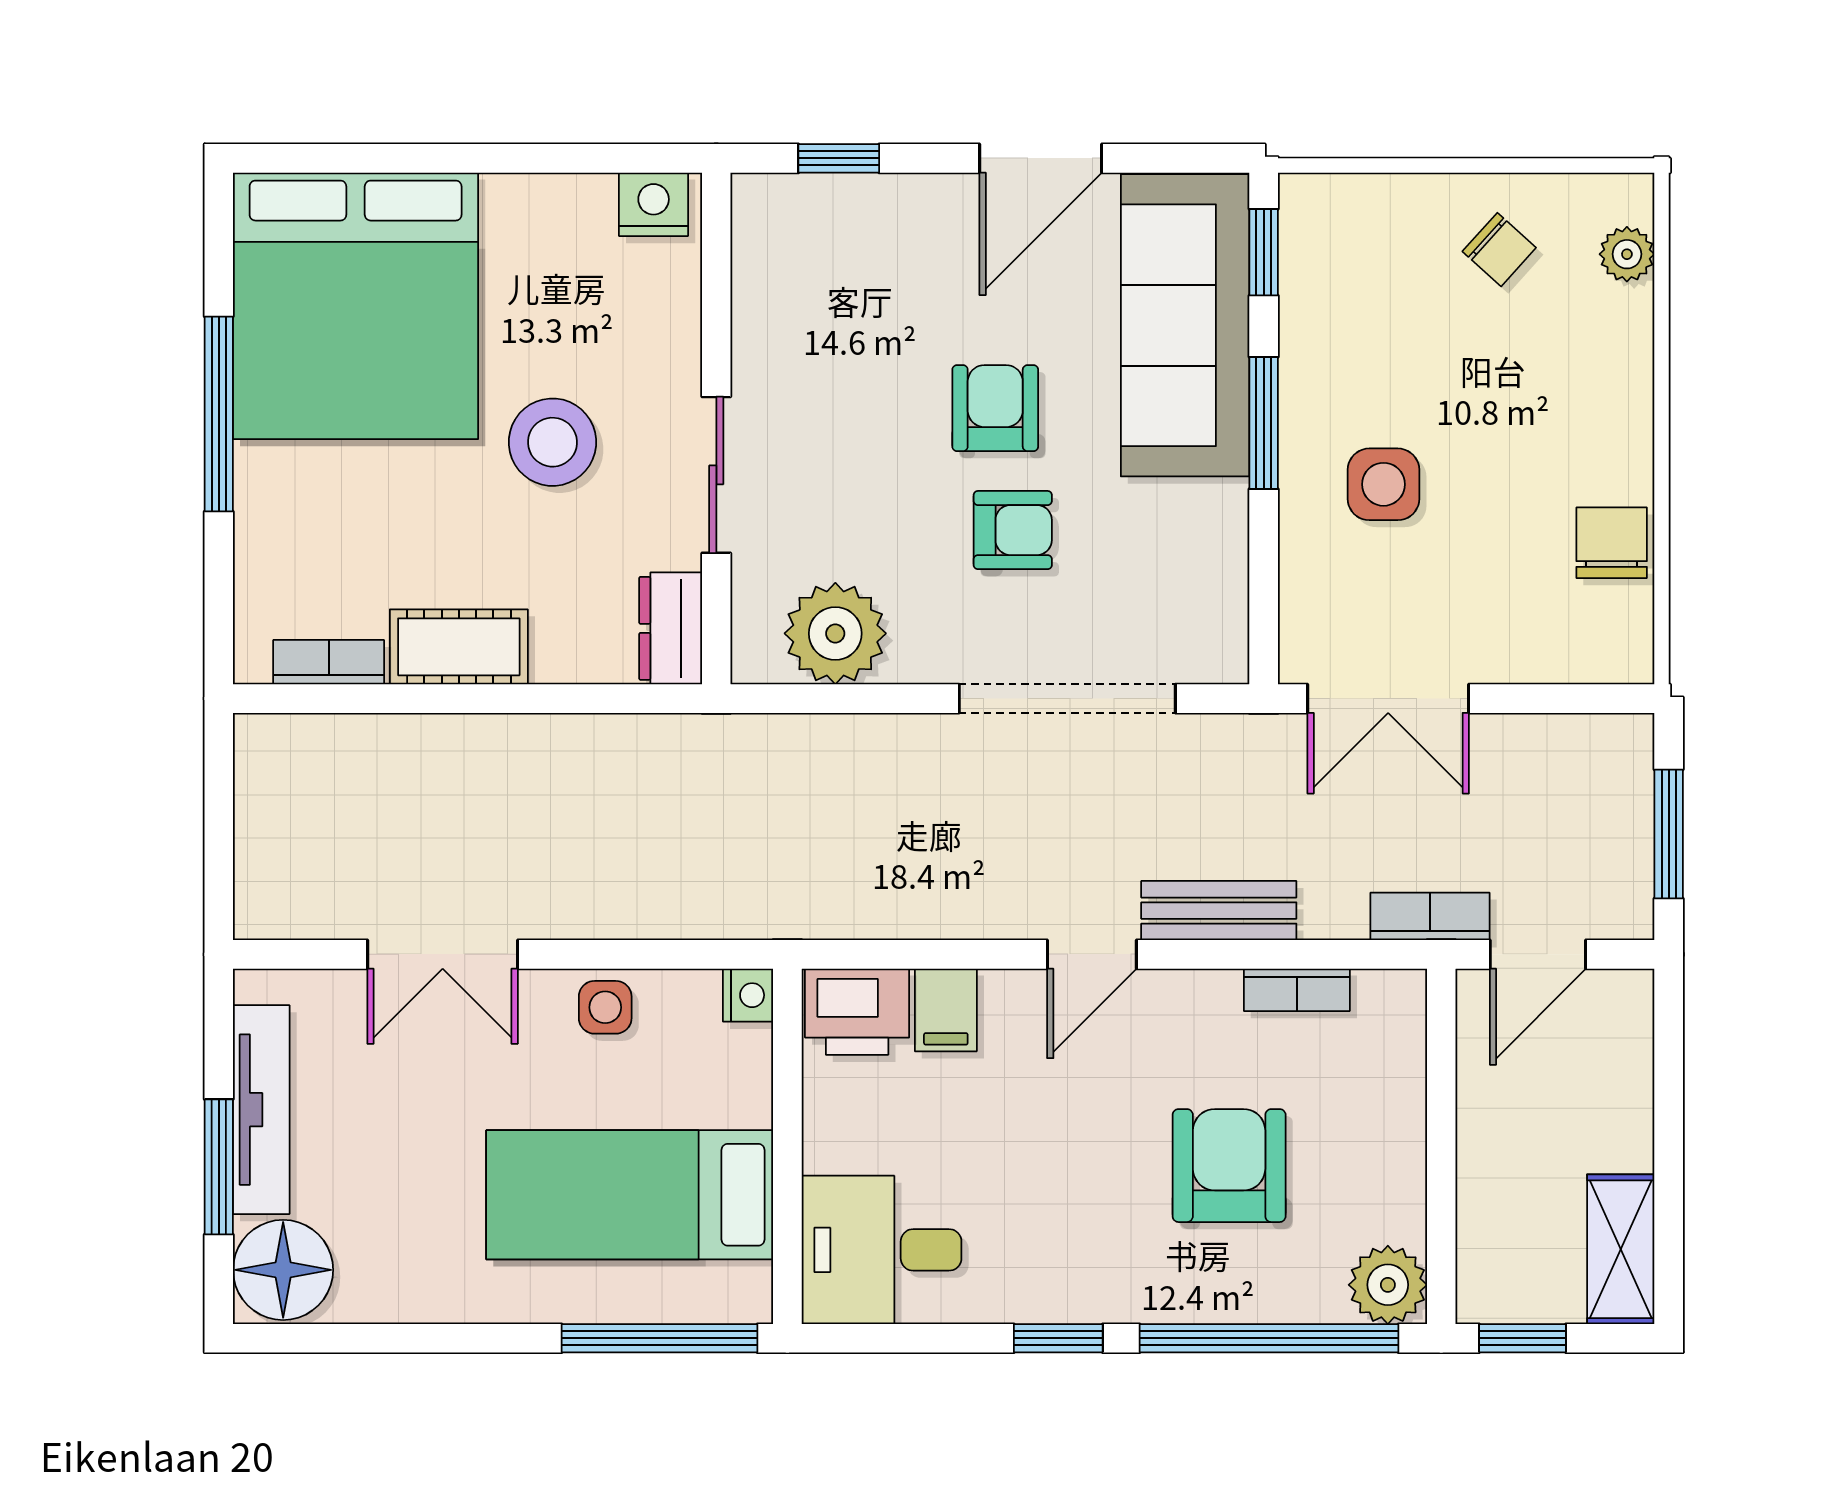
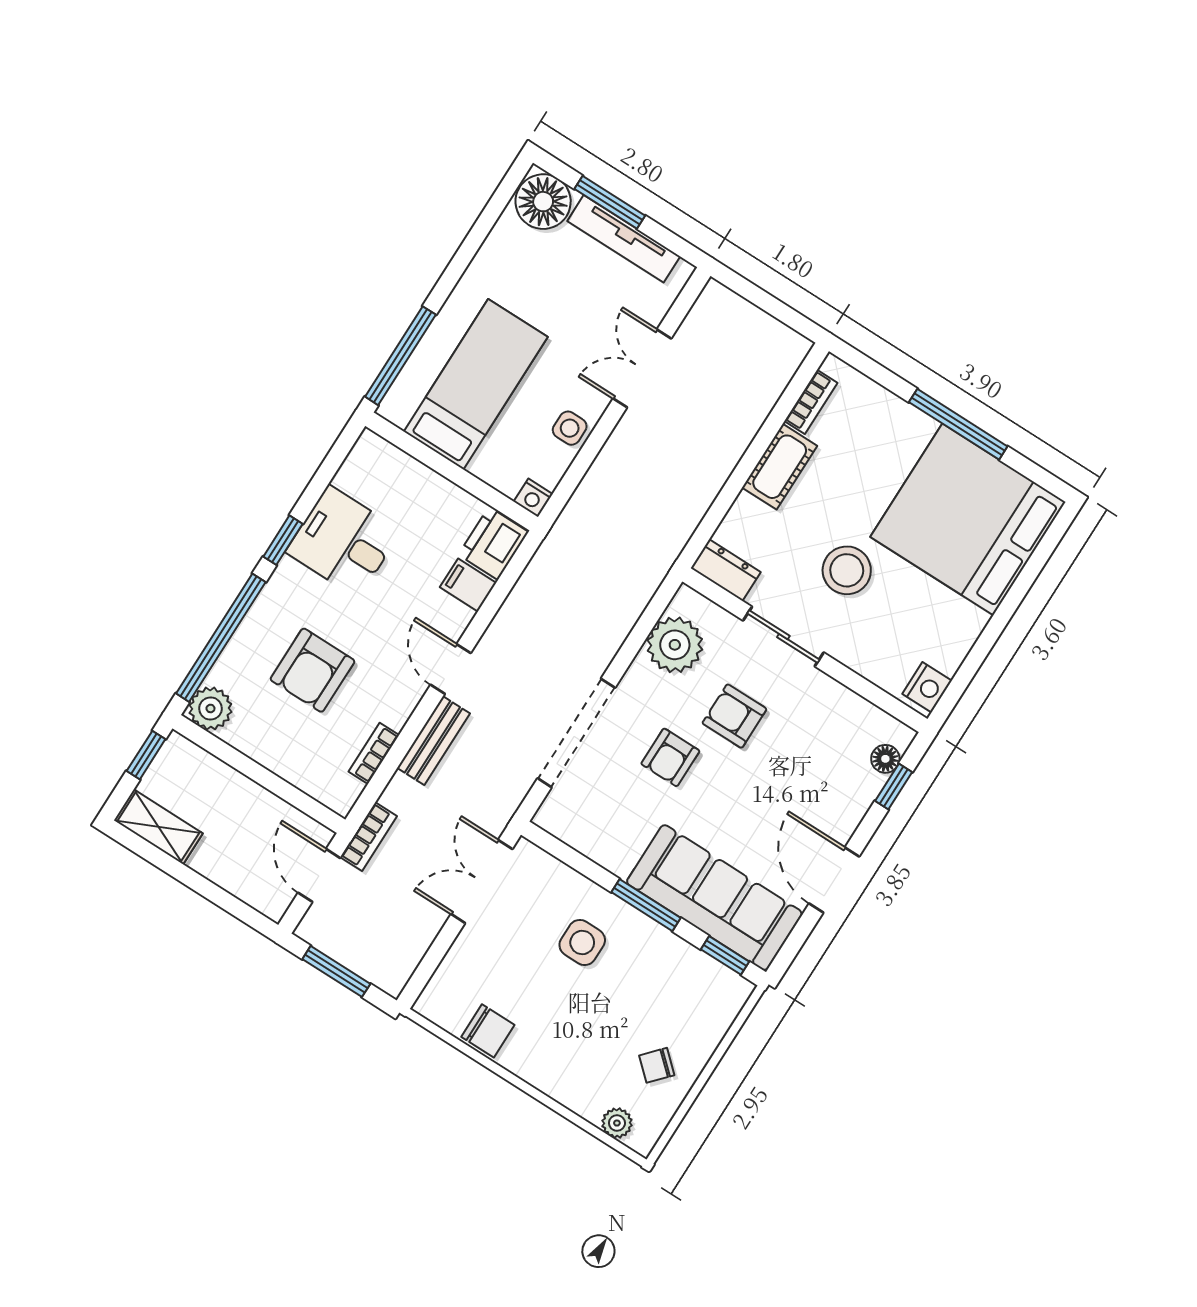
floor lamp: (804, 198) -> (885, 759), added
armchair: (995, 408) -> (734, 716), moved, turned 180
armchair: (1229, 1166) -> (312, 670), turned 90
desk: (881, 1250) -> (343, 541), moved, turned -90

